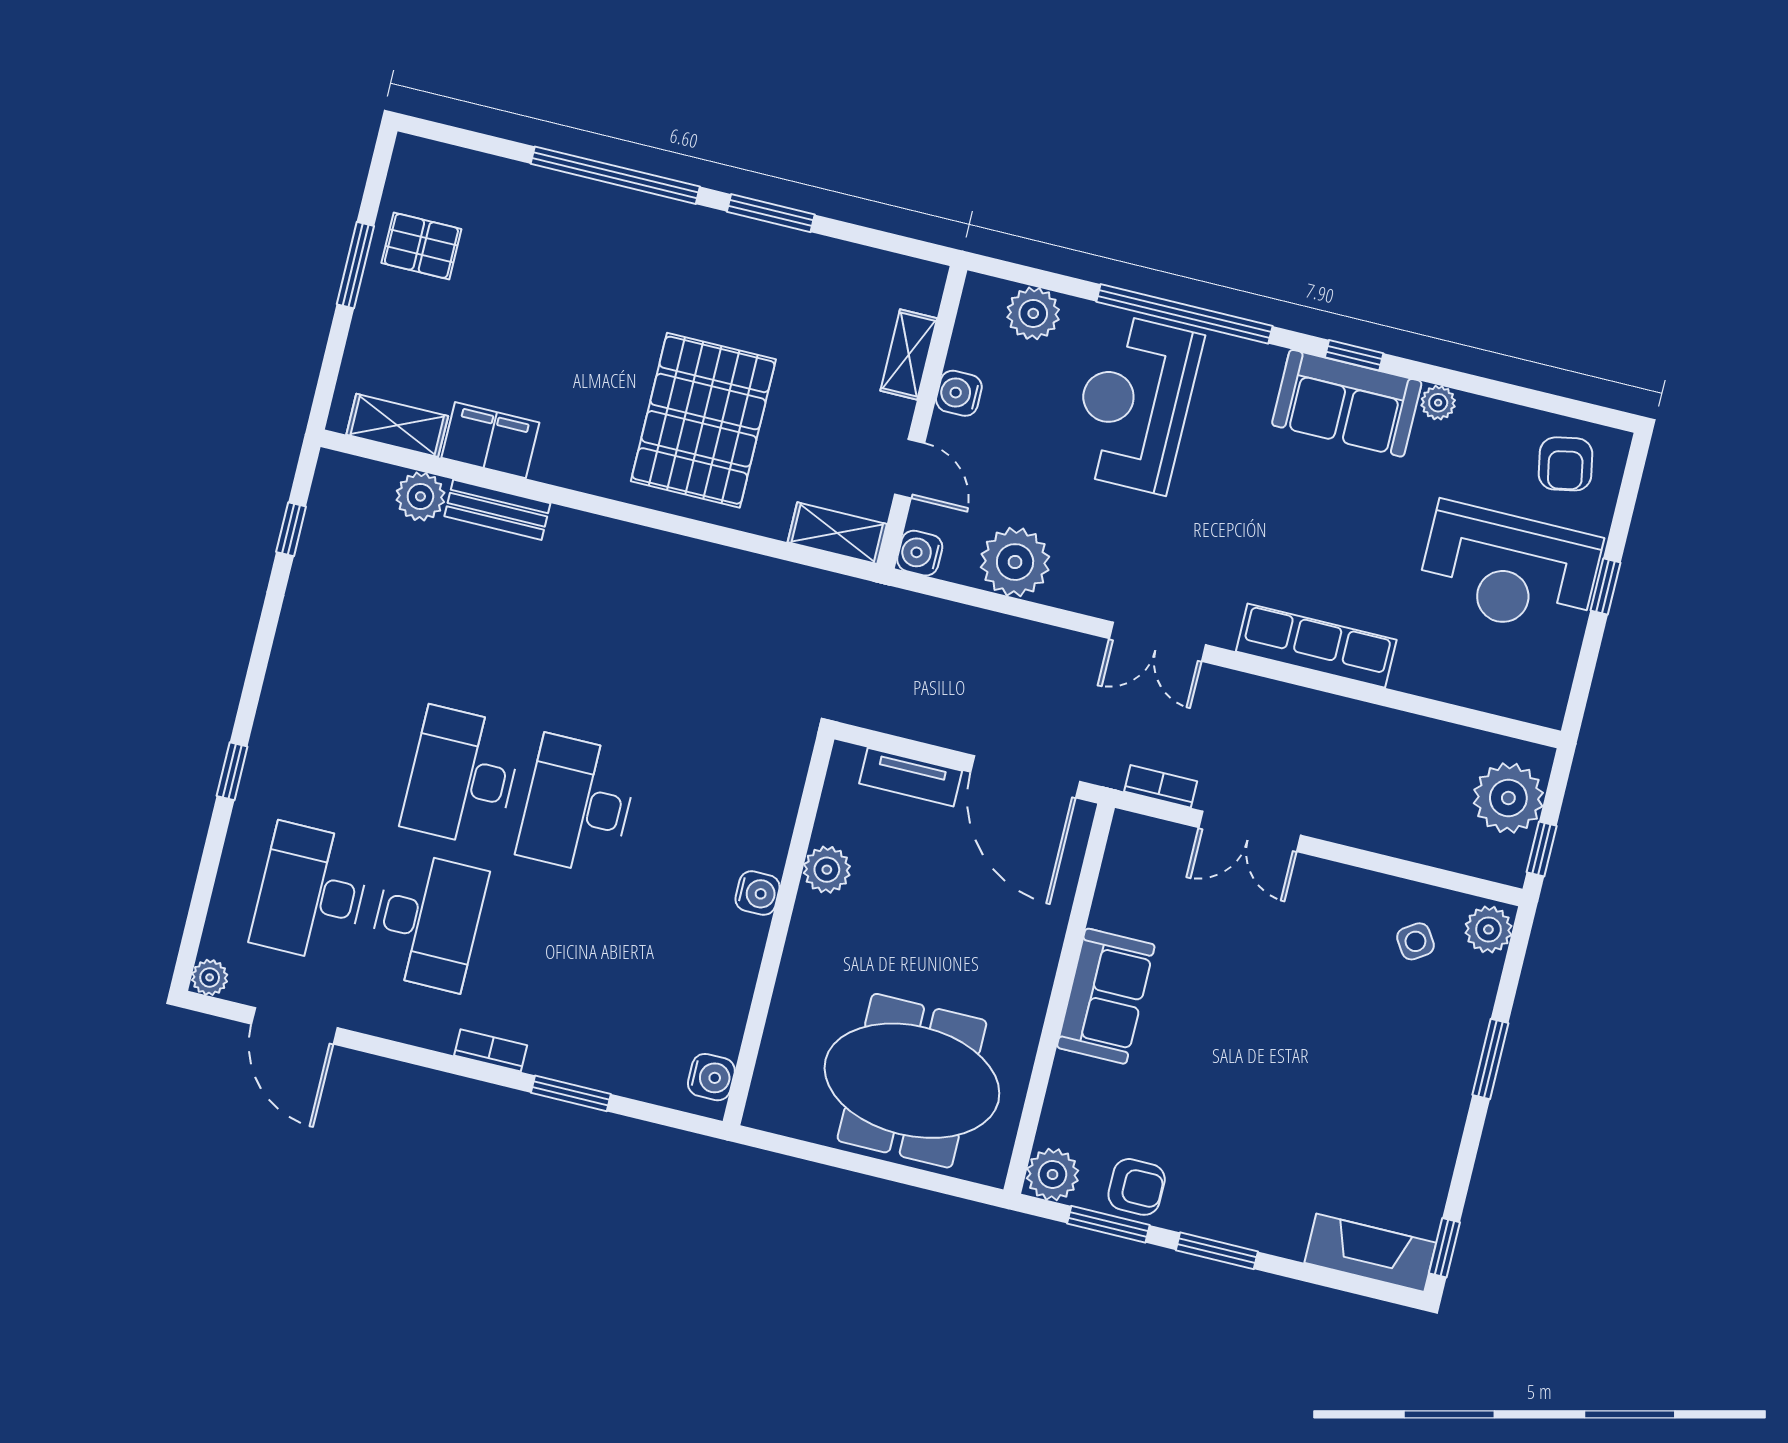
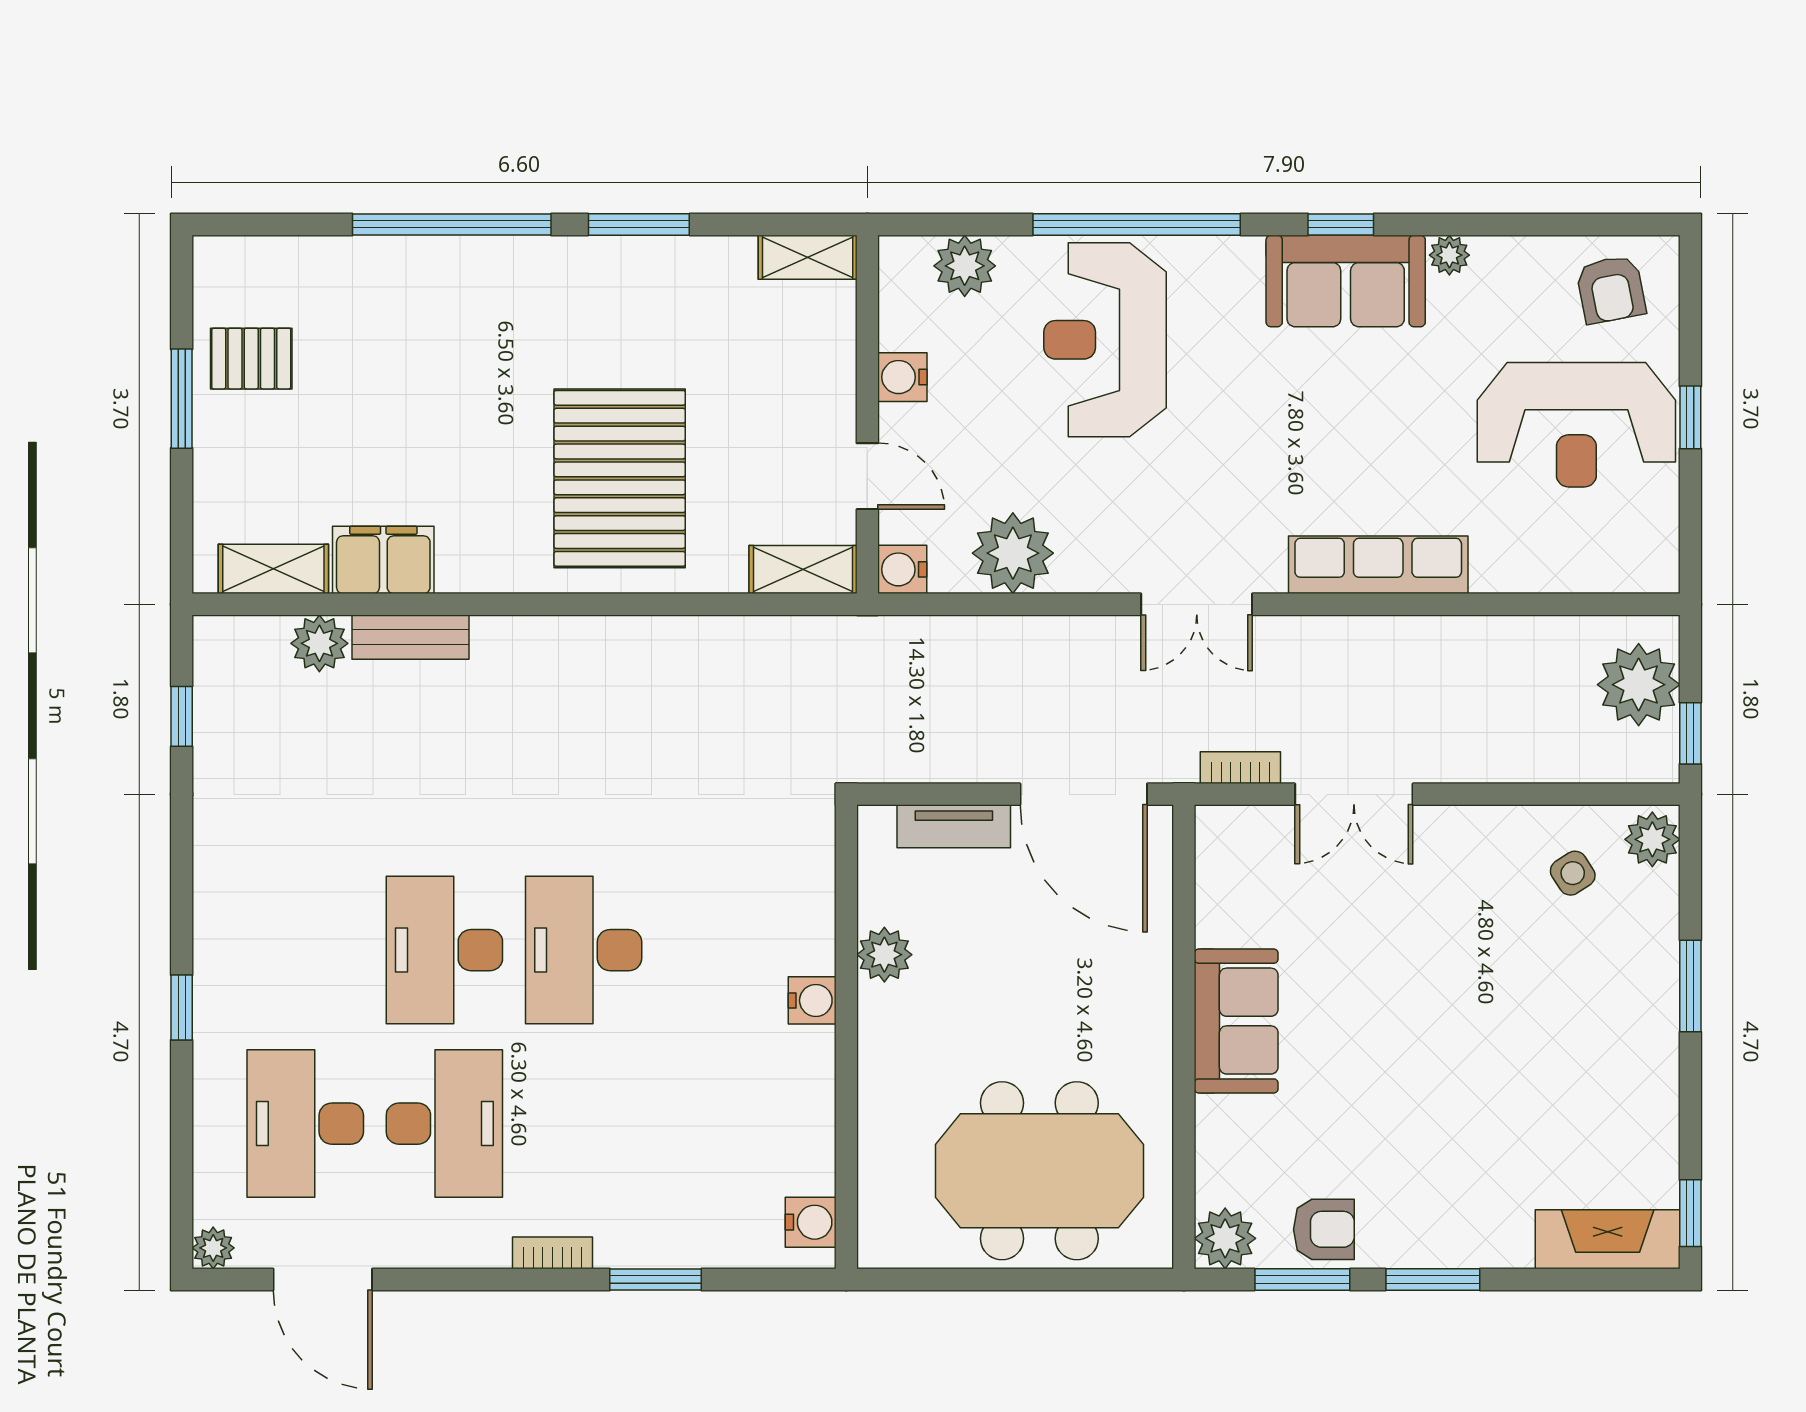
shelving: (909, 355) -> (808, 257), moved, turned 90

